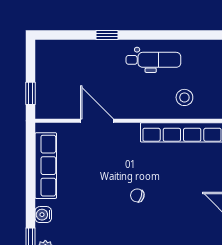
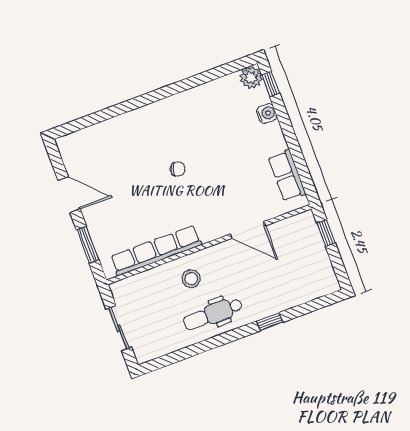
stool: (184, 97) -> (191, 279), moved
row of seats: (46, 166) -> (287, 176), width x0.68

